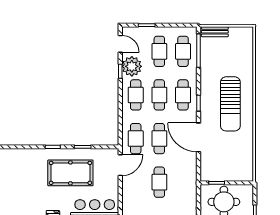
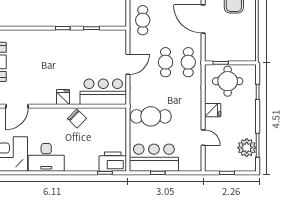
cafe table: (159, 139) -> (188, 62), moved
door: (120, 165) -> (128, 64), moved
pool table: (70, 173) -> (80, 53), removed

